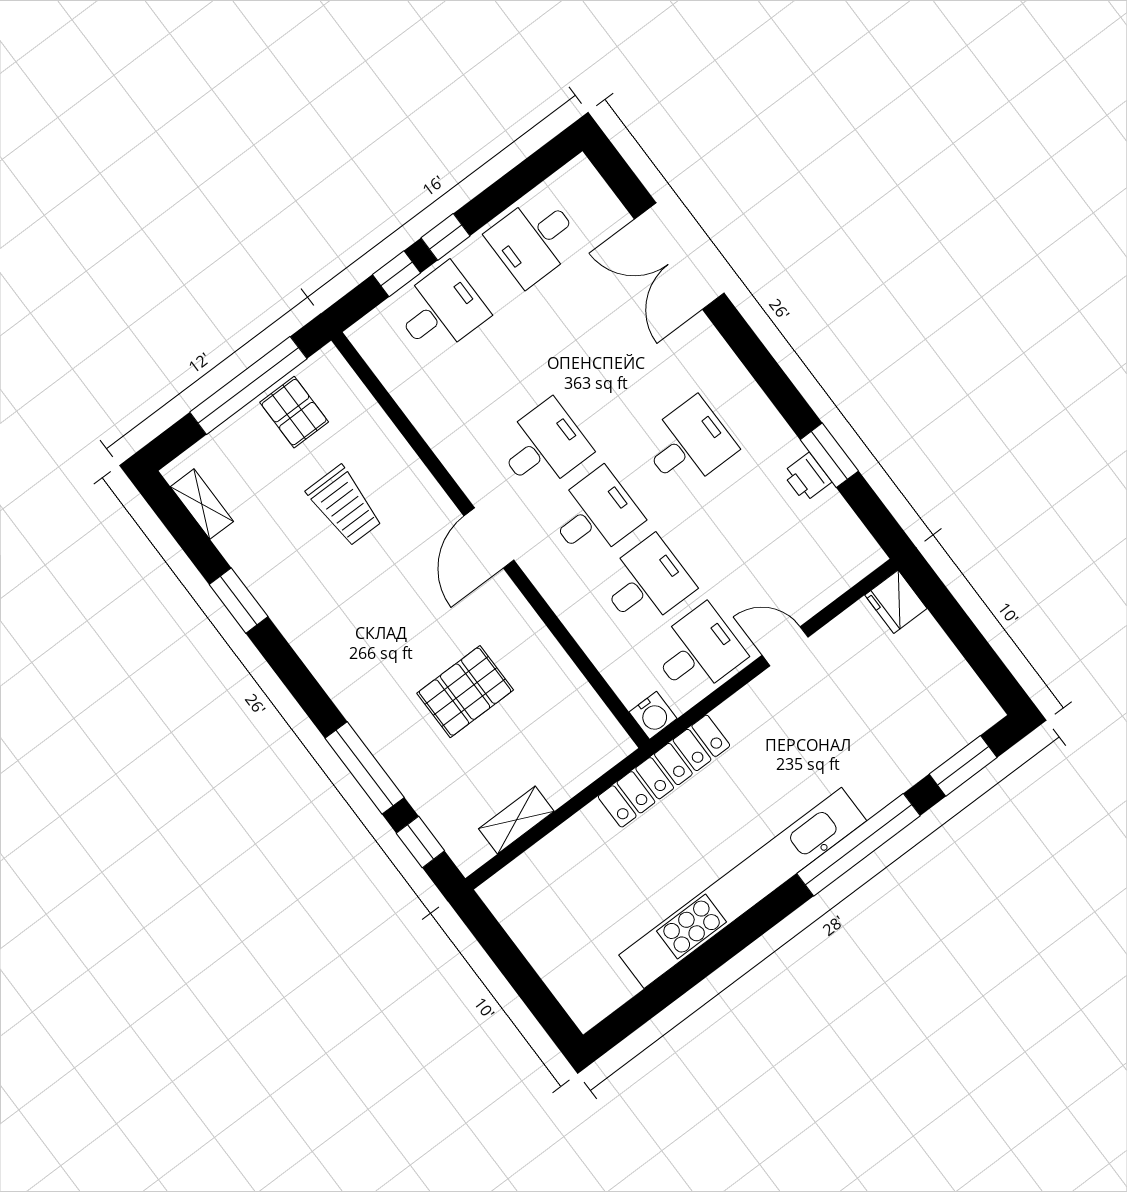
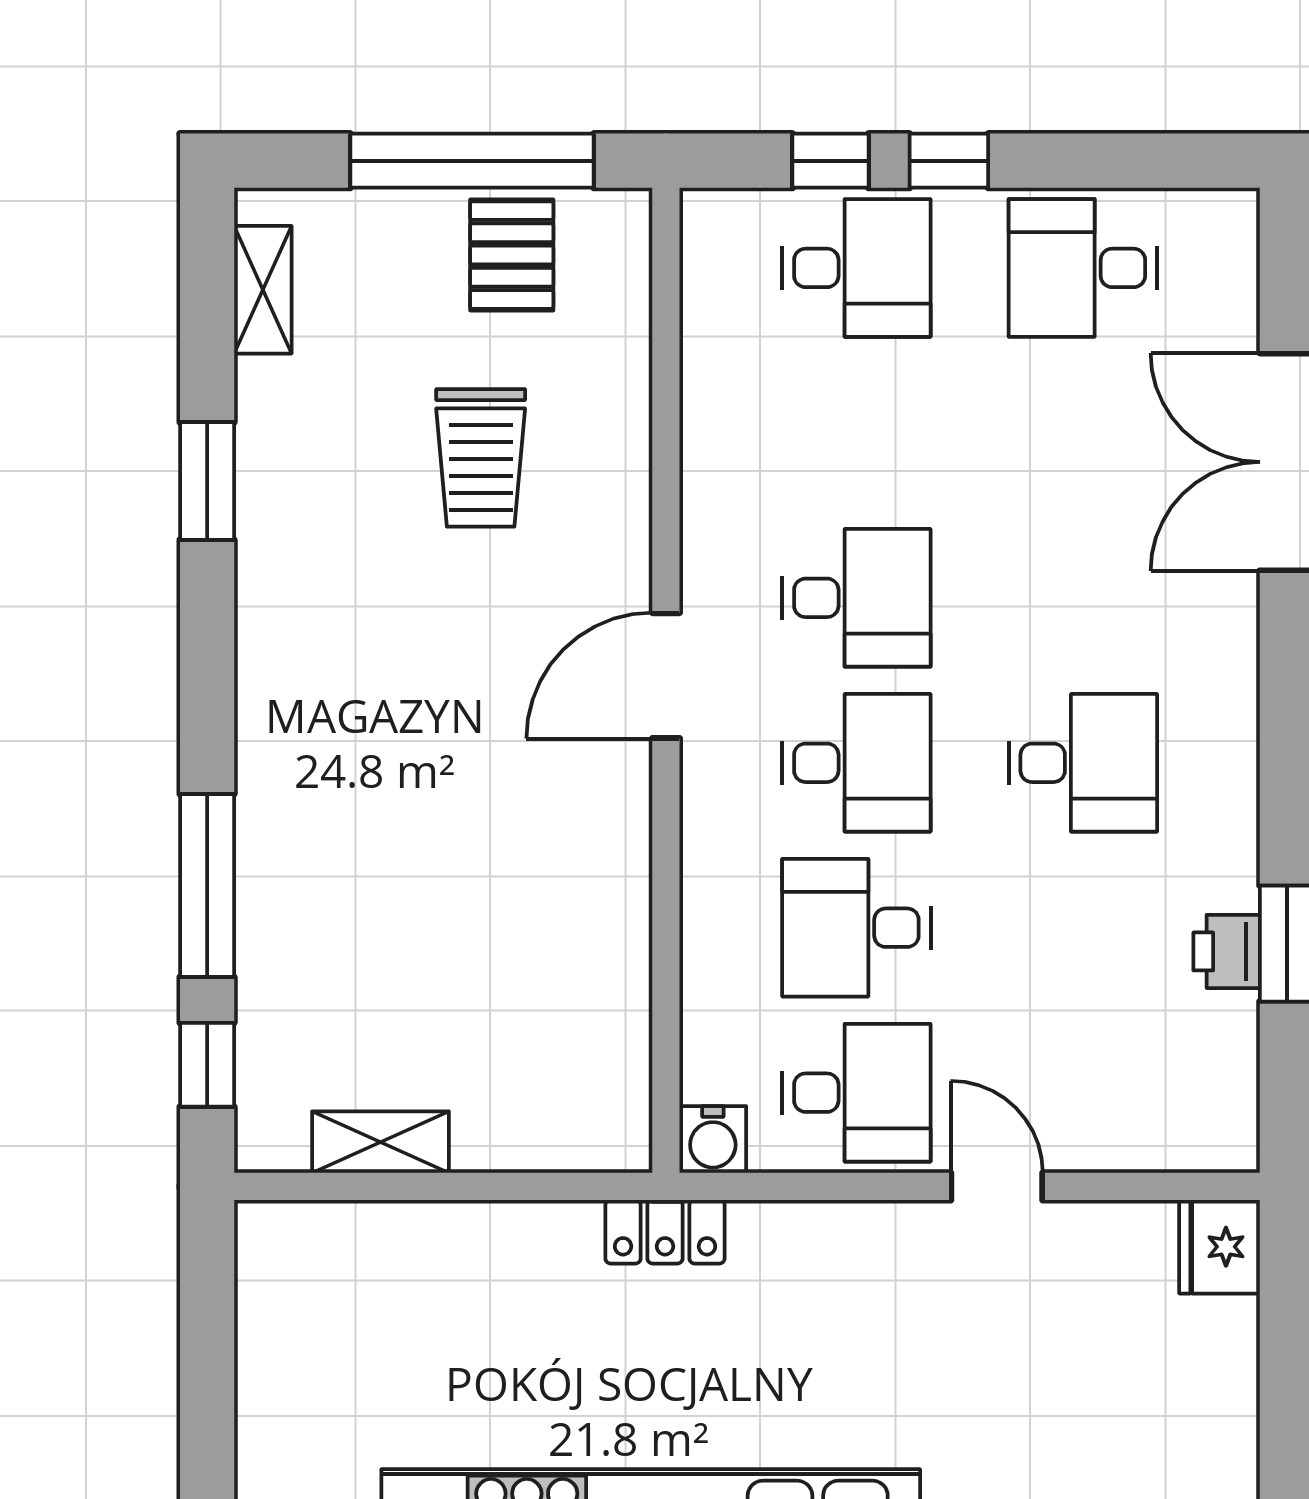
desk: (646, 583) -> (856, 928), turned 180
pallet: (465, 692) -> (451, 885), removed
locker: (664, 771) -> (665, 1232), width x0.46, depth x0.83

